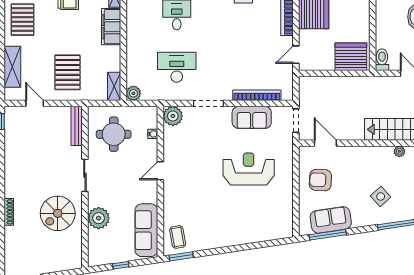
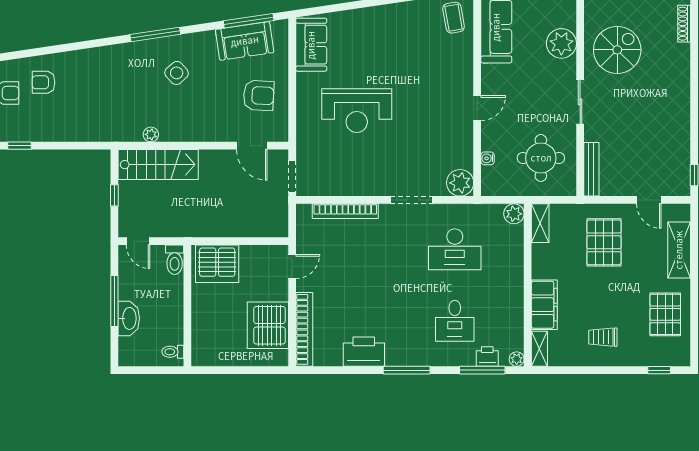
sofa: (252, 117) -> (311, 45), moved, turned 90
shoe rack: (9, 212) -> (684, 24), moved

